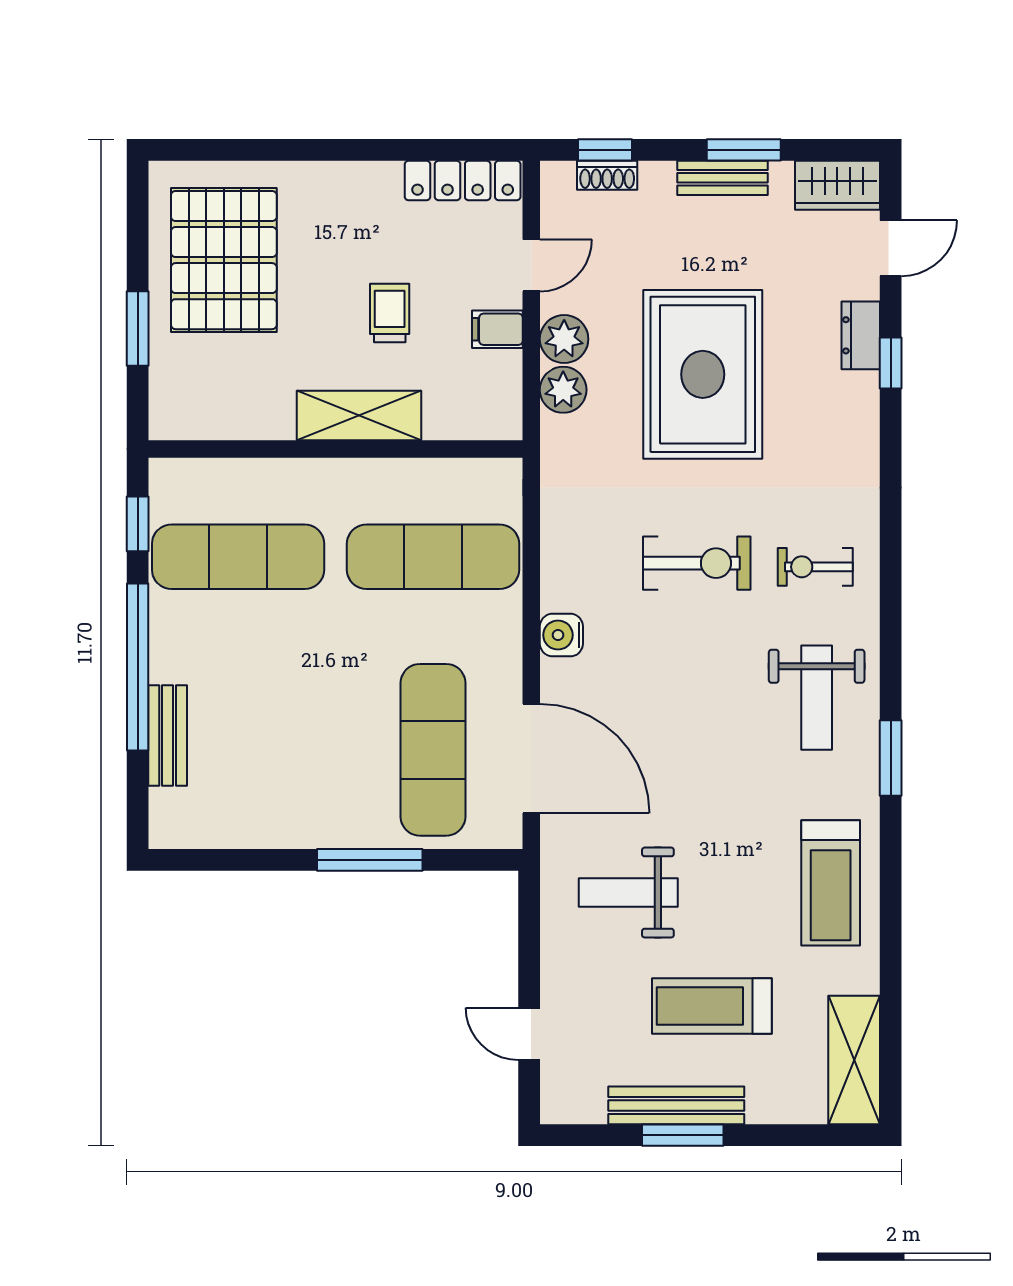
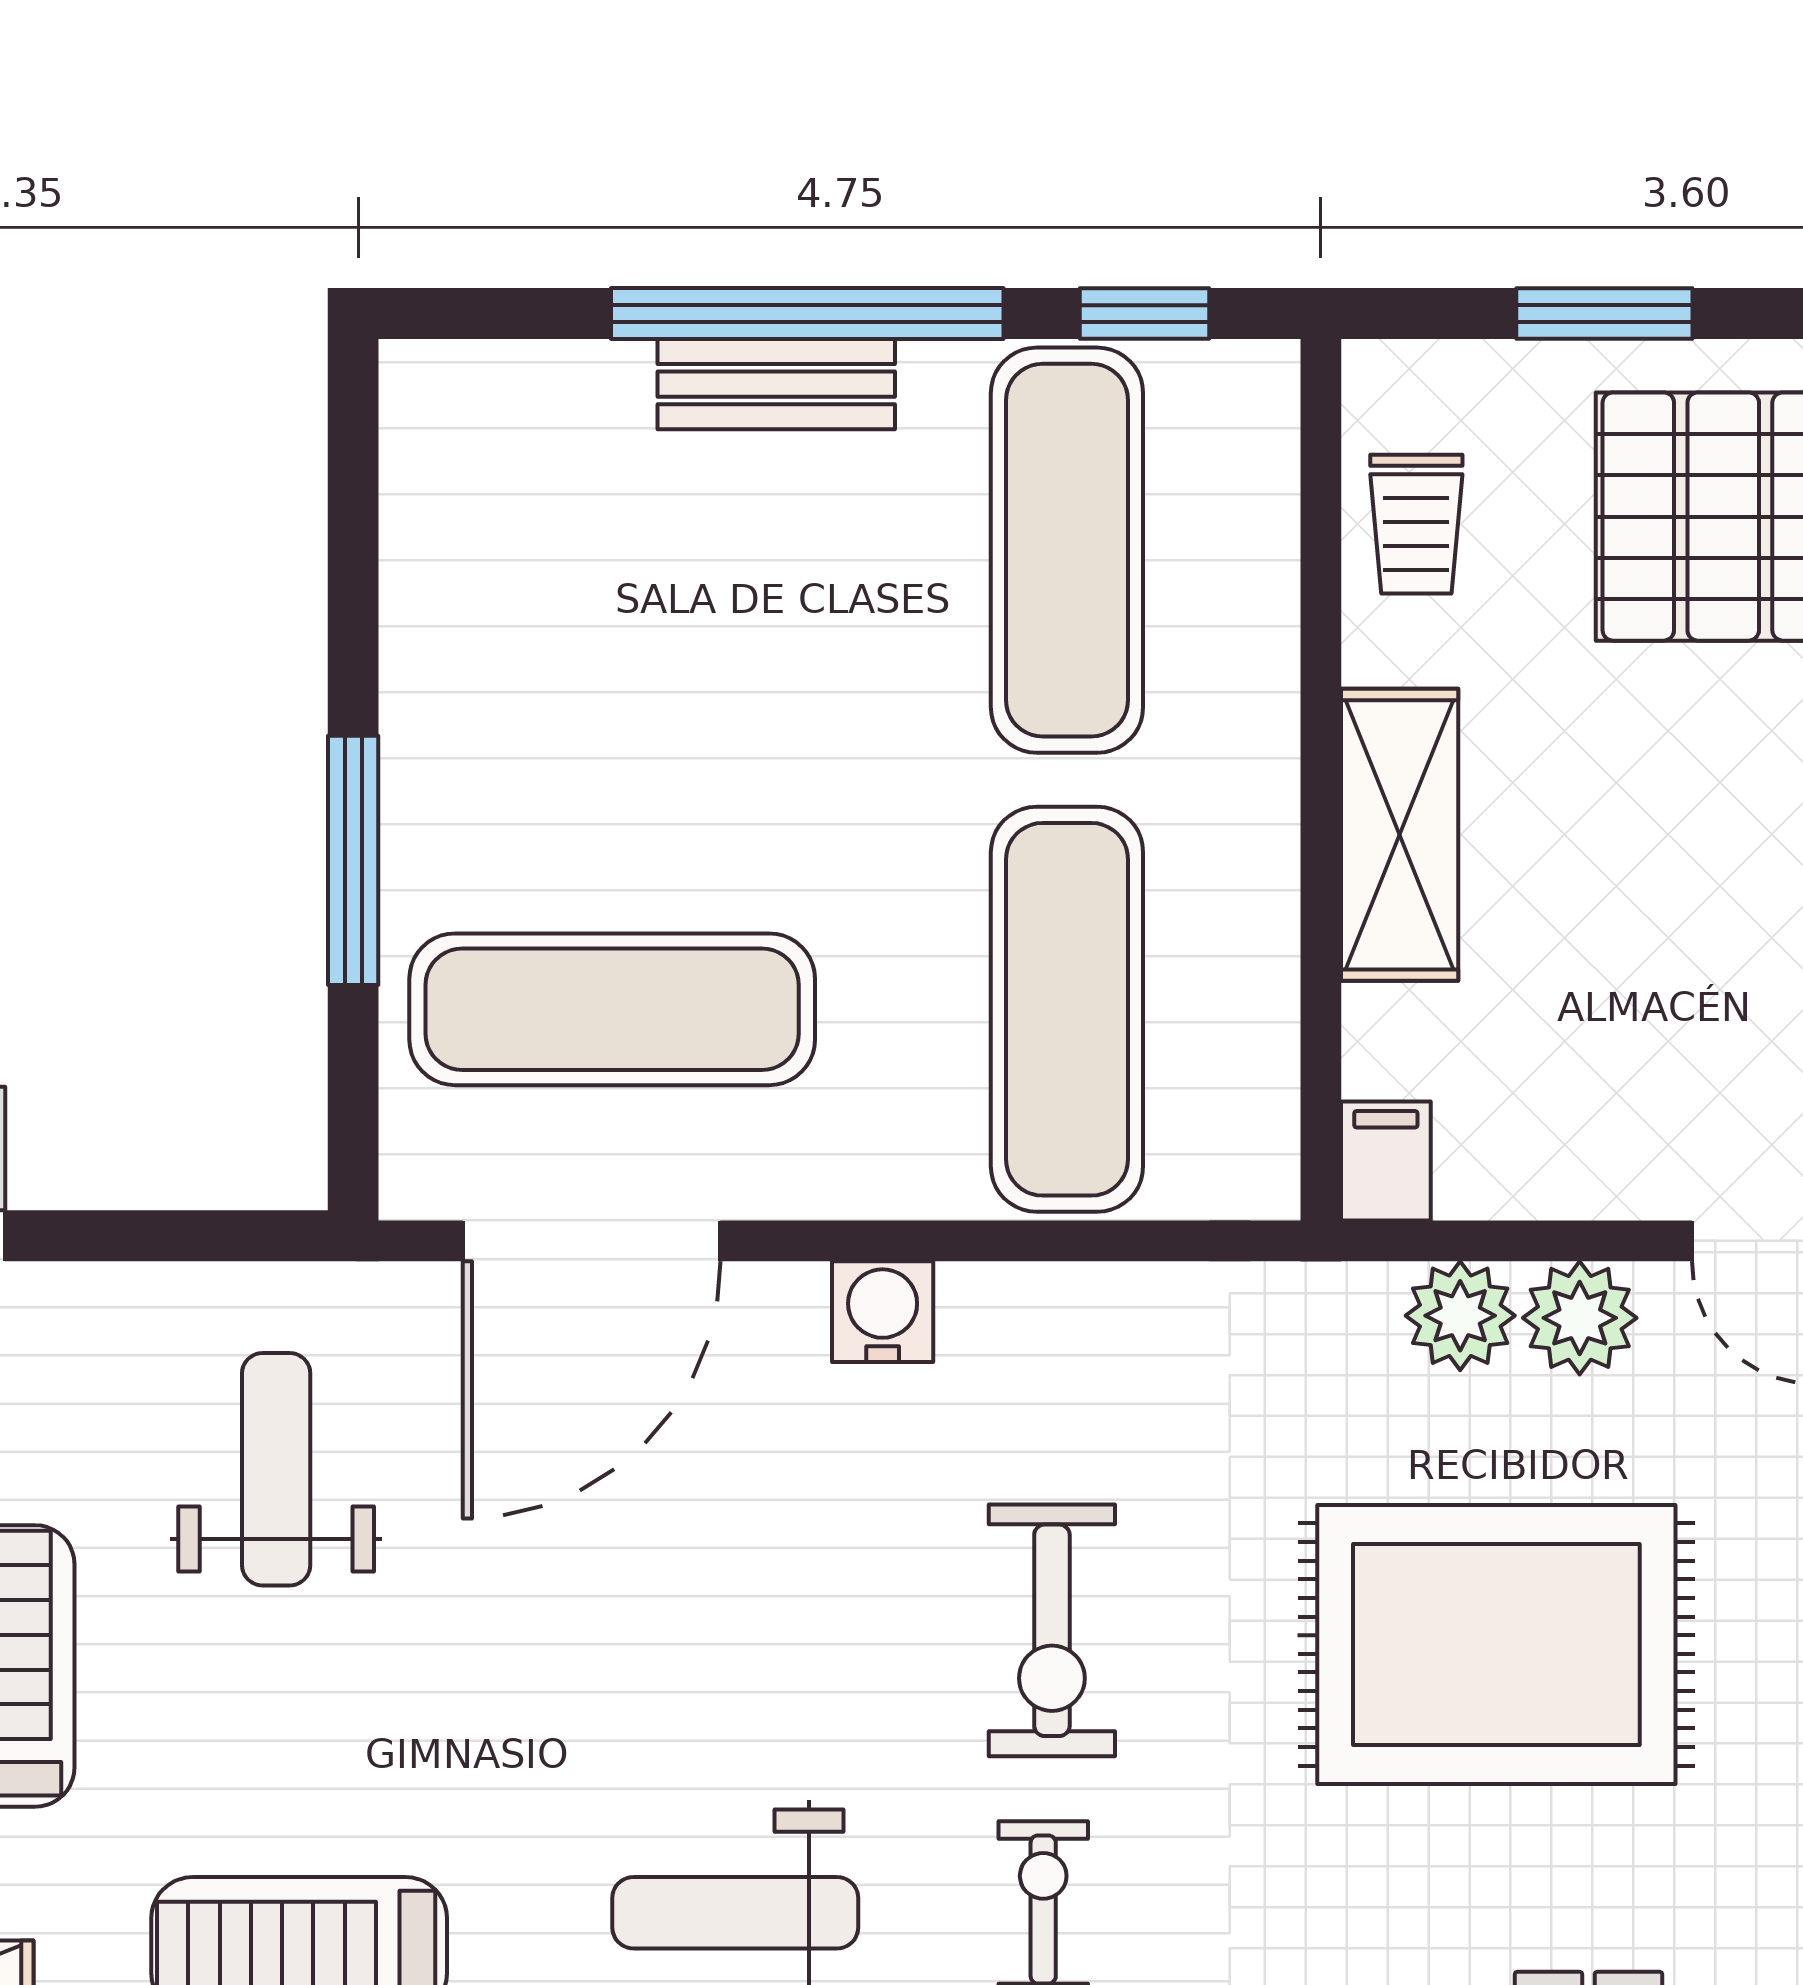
trolley: (390, 313) -> (1416, 524), moved, turned 90
filing cabinet: (497, 329) -> (1386, 1161), moved
bench: (168, 735) -> (776, 384), moved

